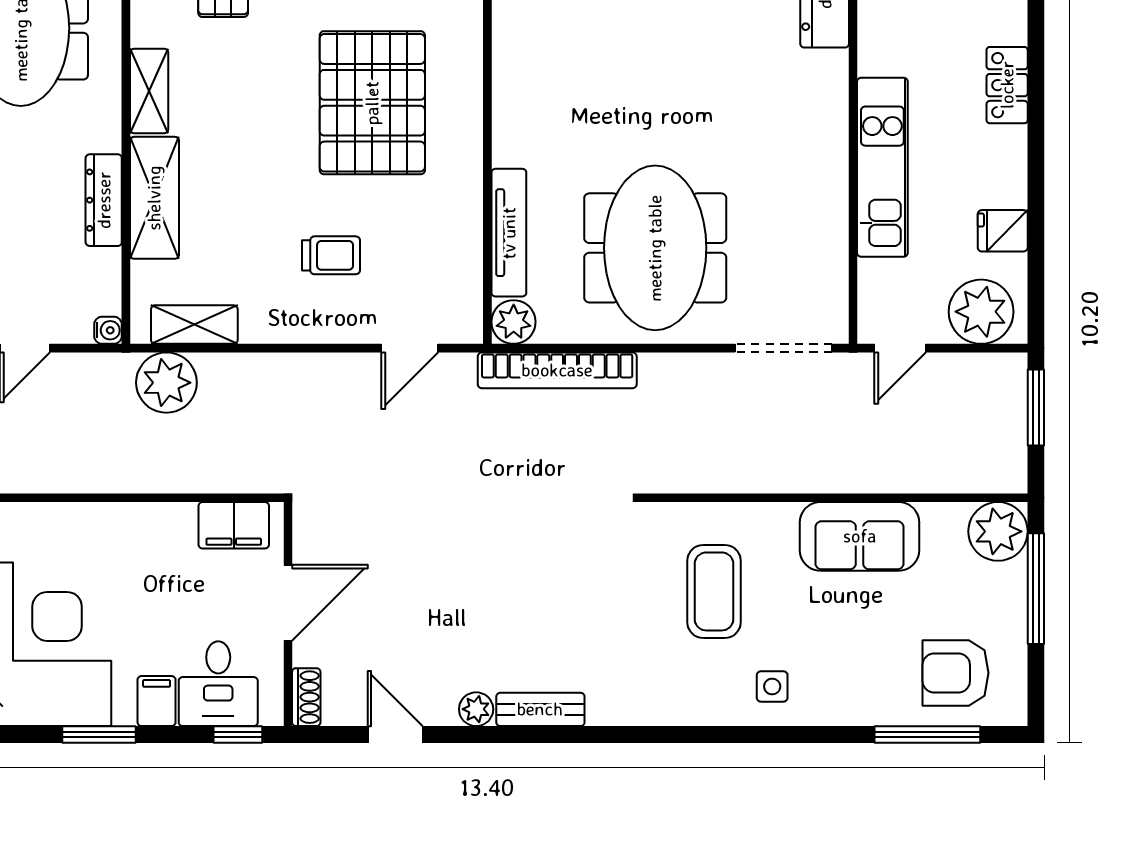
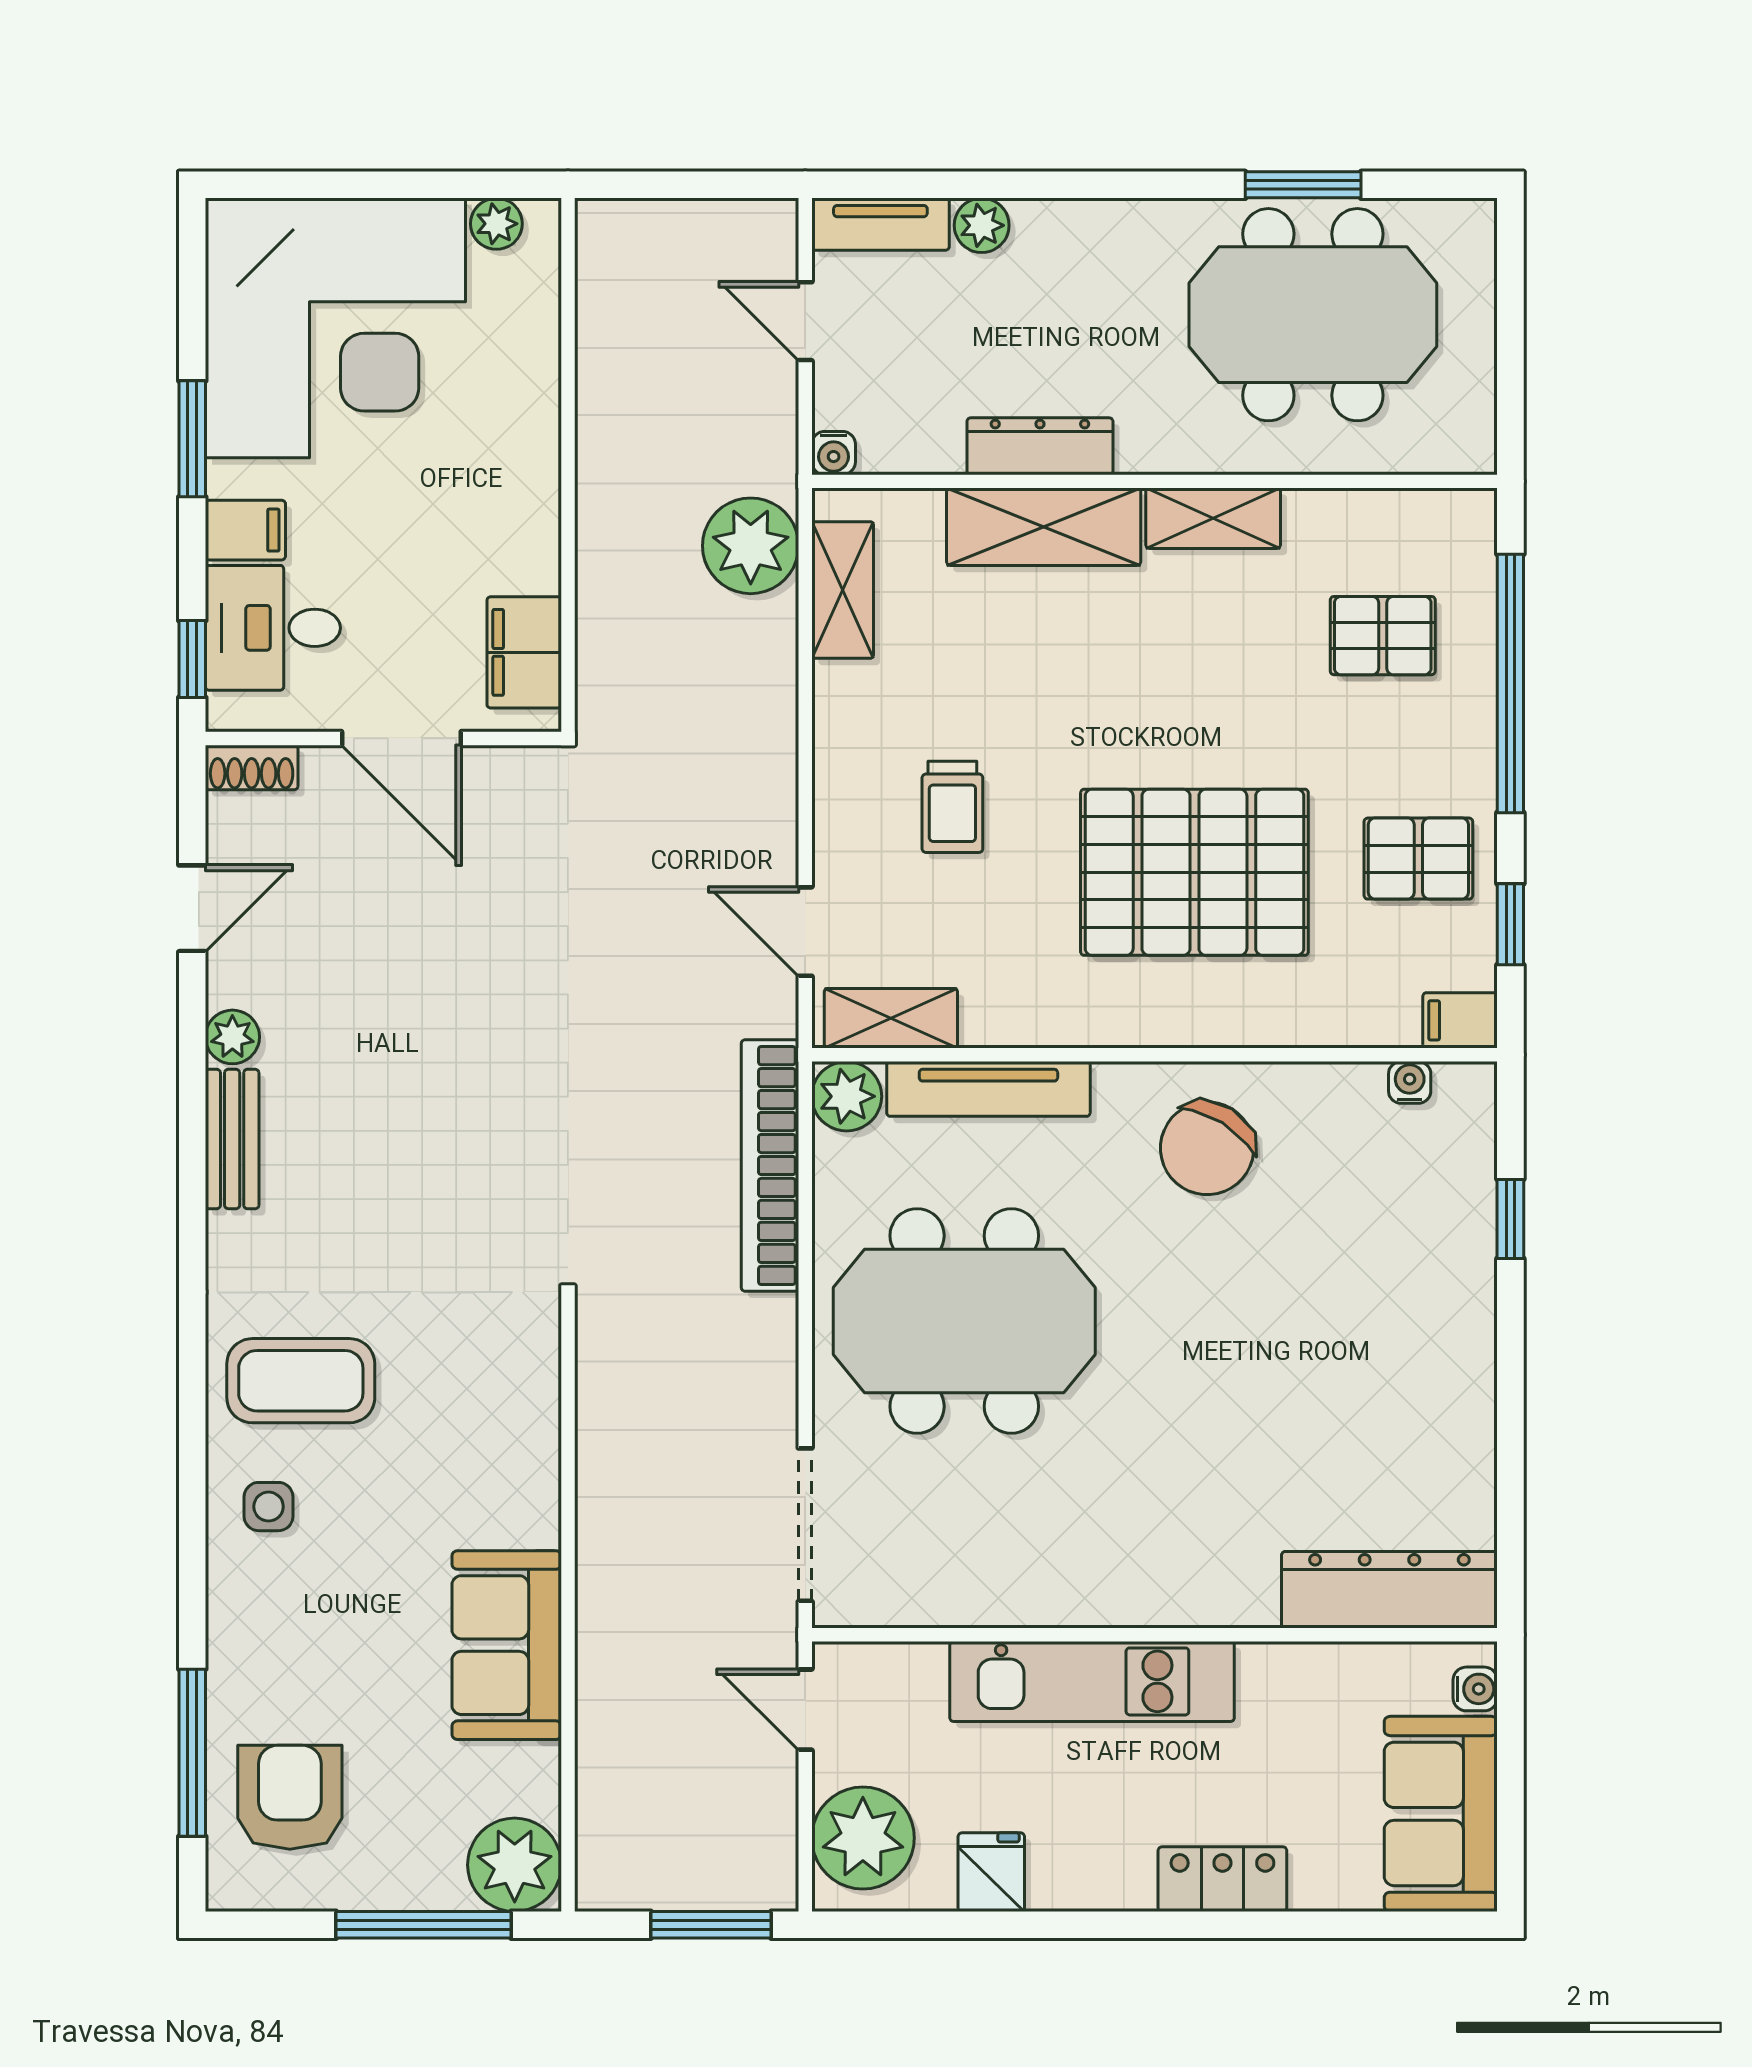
chair: (546, 95) -> (1207, 1148), added
shelving: (464, 294) -> (891, 1018), added
coffee table: (714, 591) -> (301, 1381), moved

